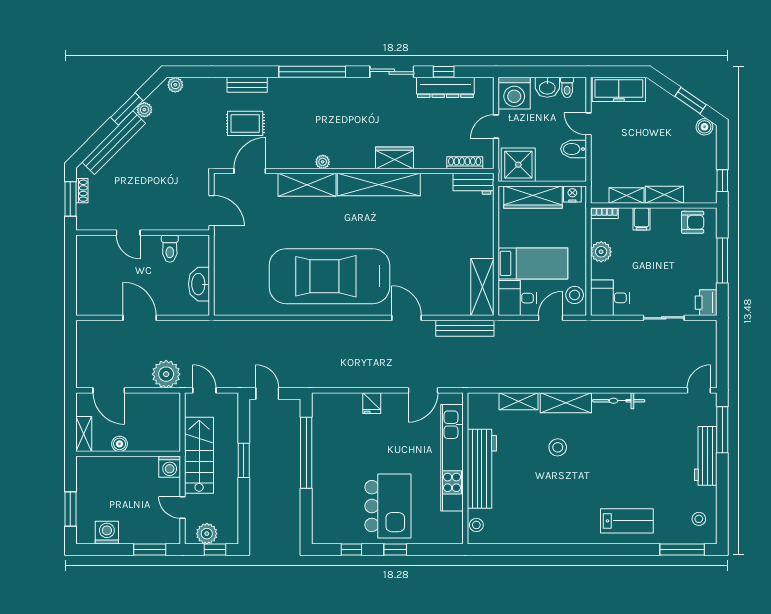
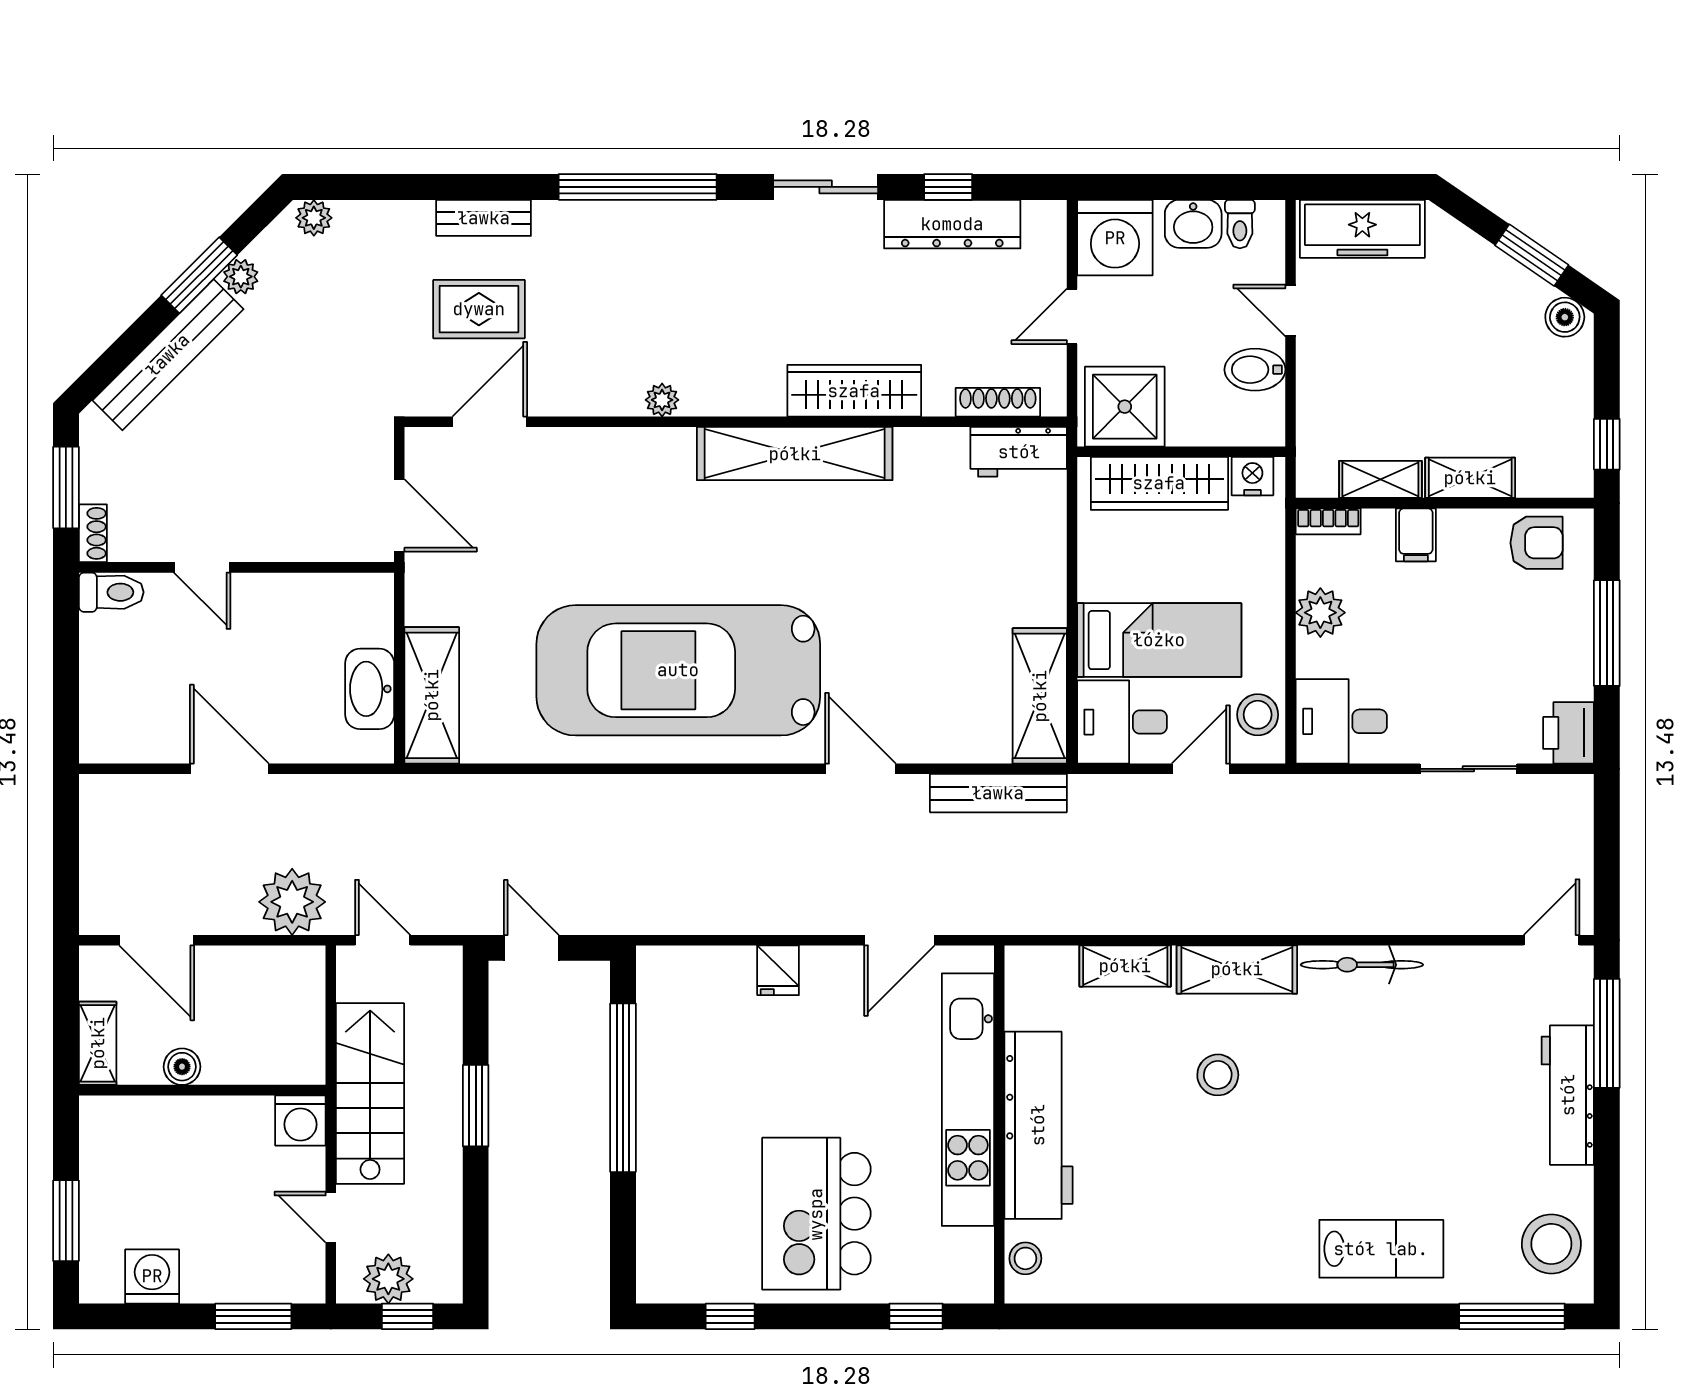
wardrobe: (394, 158) -> (854, 391), width x1.50
shelving: (307, 185) -> (432, 695), moved, turned 90
shoe rack: (82, 191) -> (93, 533), moved
toilet: (170, 249) -> (111, 592), moved, turned -90
kitchen island: (388, 506) -> (816, 1214), turned 180
stool: (699, 519) -> (1551, 1244), width x1.89, depth x1.89
window: (395, 549) -> (916, 1316), moved

